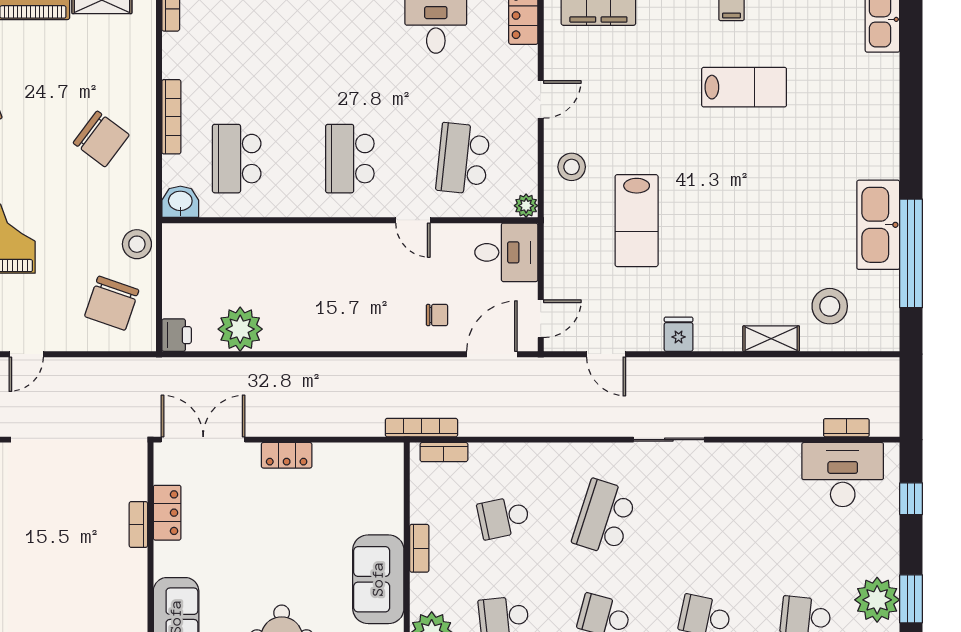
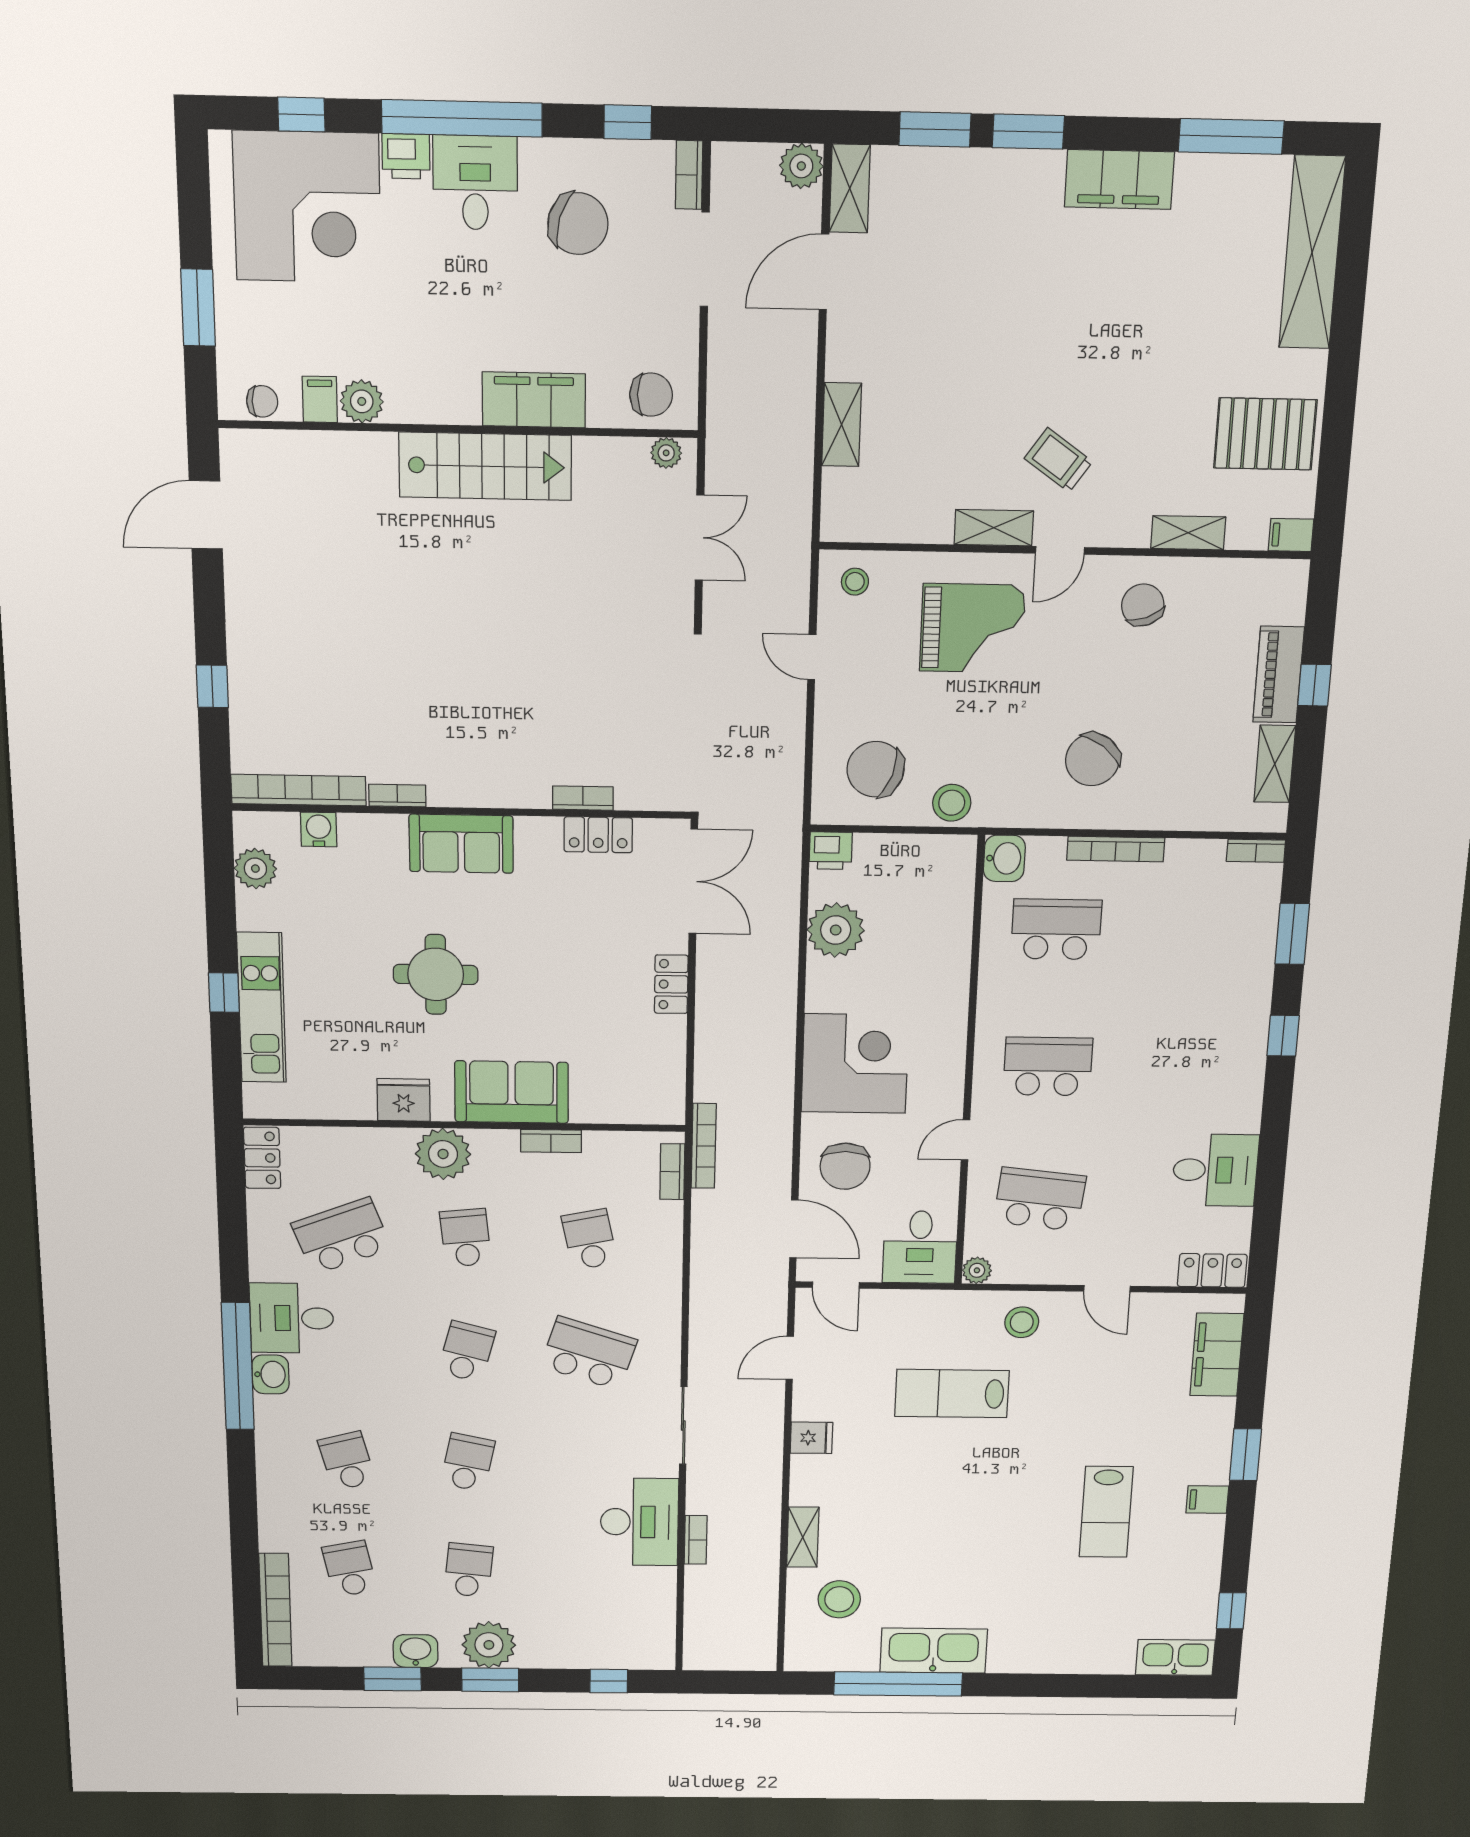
corner desk: (350, 310) -> (855, 1064), added
chair: (437, 315) -> (845, 1166), width x1.87, depth x1.87
bookcase: (846, 428) -> (696, 1540), moved
desk: (843, 475) -> (639, 1522), moved

